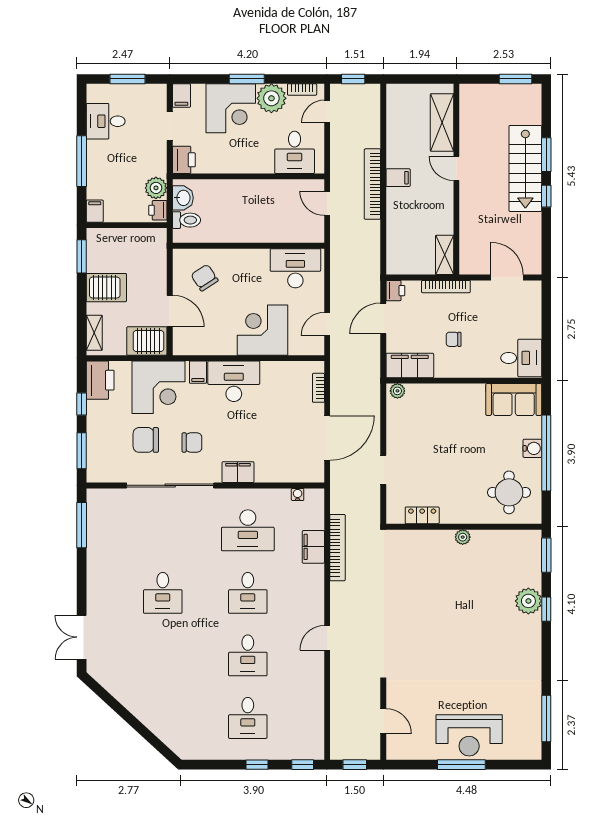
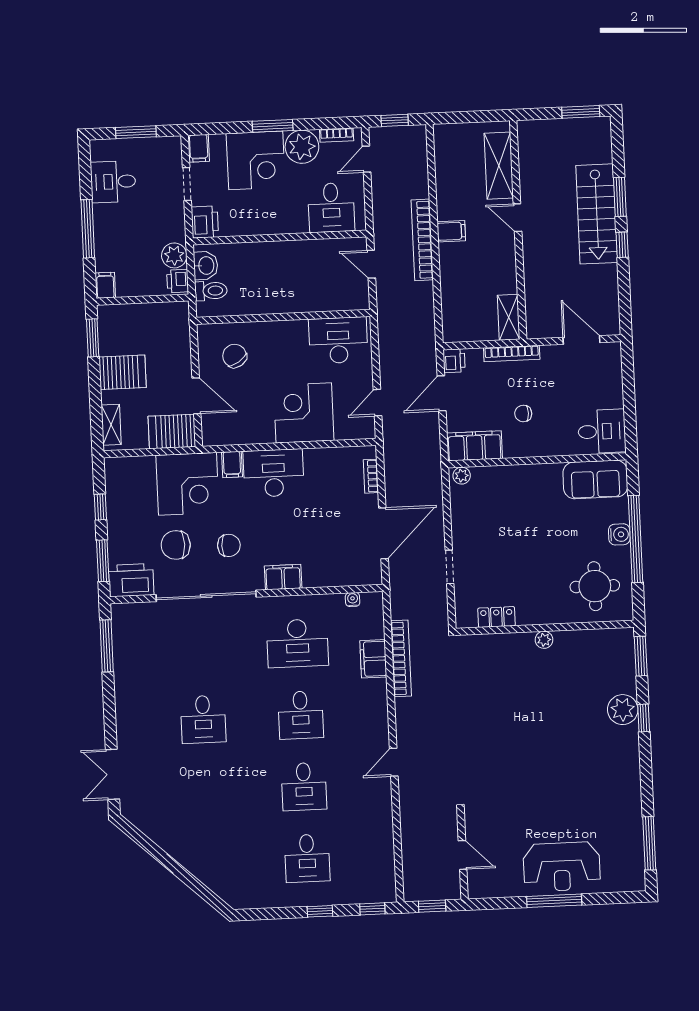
printer: (100, 380) -> (131, 580), moved, turned -90

